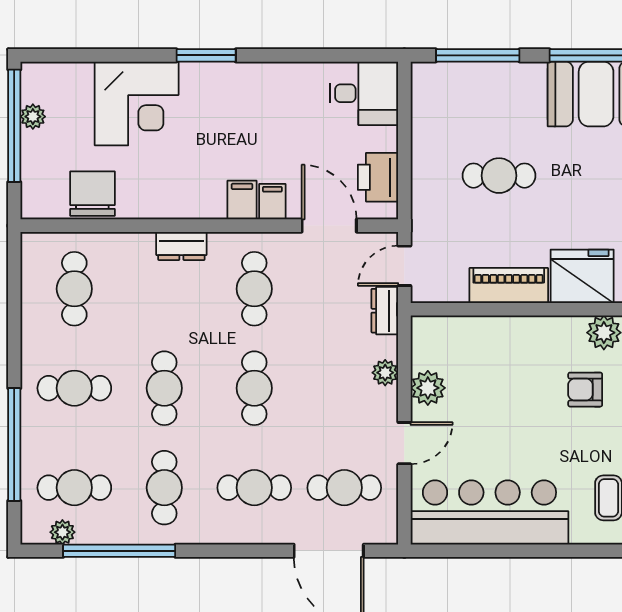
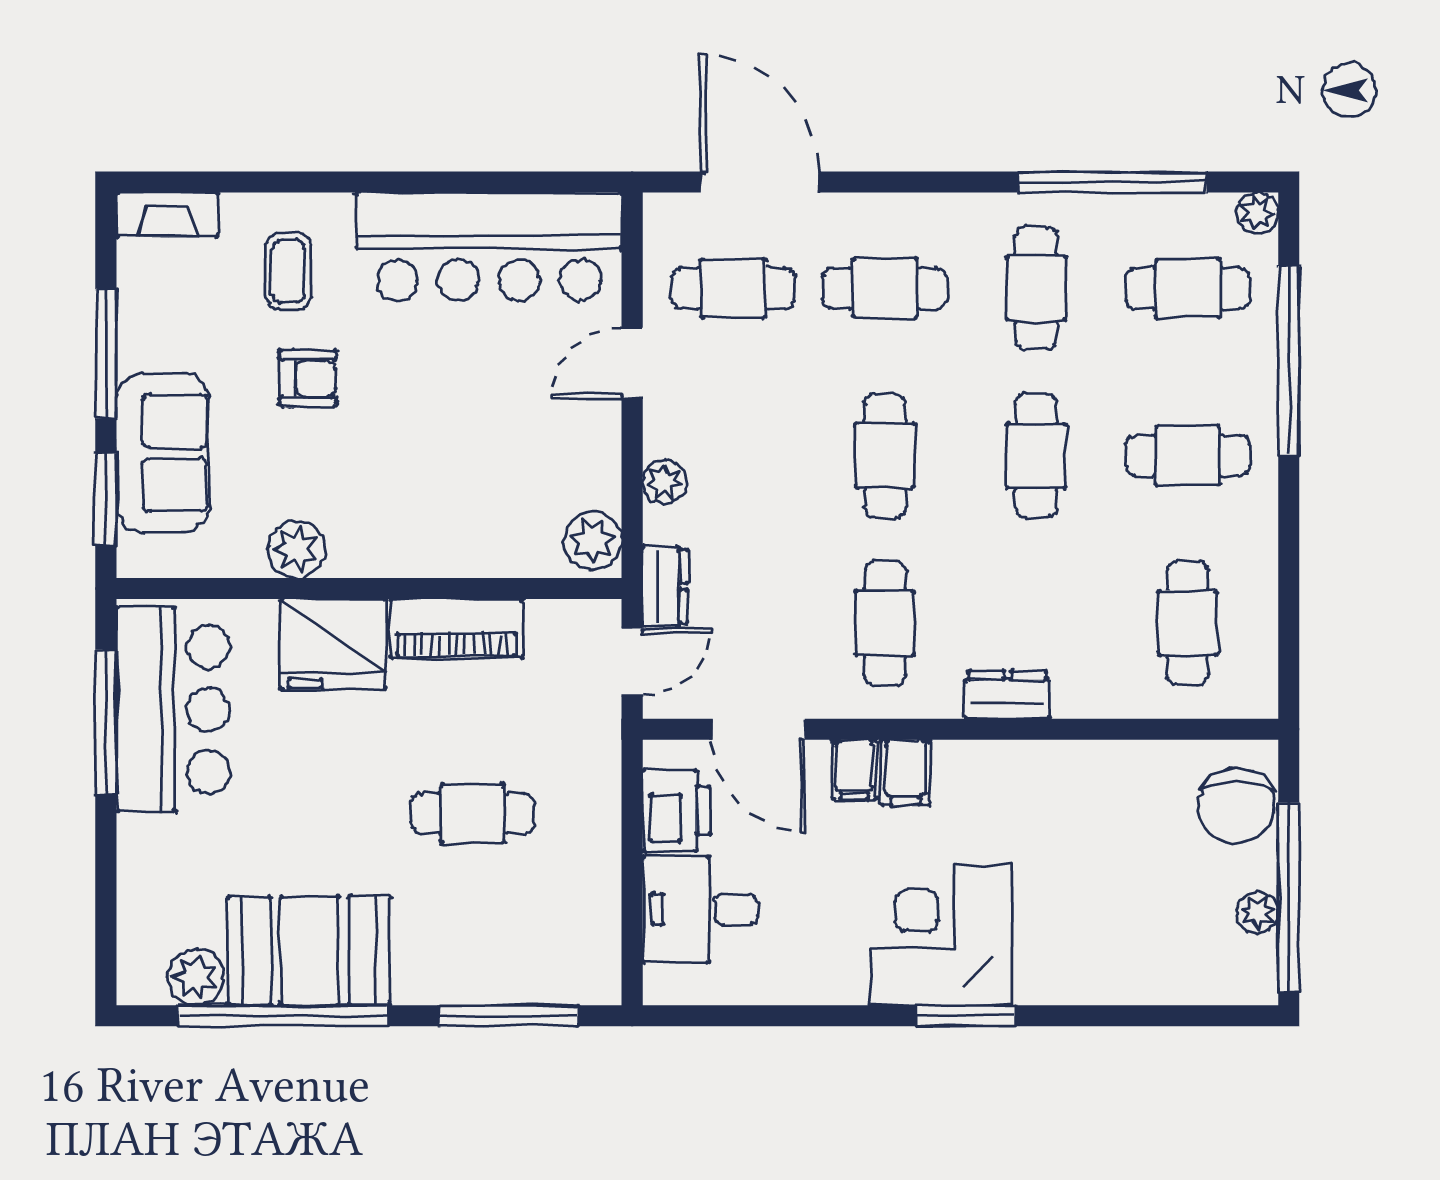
desk: (364, 93) -> (700, 909), moved
corner desk: (137, 104) -> (941, 935), moved
chair: (93, 194) -> (1236, 806), moved
plant: (428, 388) -> (593, 541), moved
armchair: (585, 390) -> (308, 379), moved
plant: (62, 532) -> (1257, 213), moved

